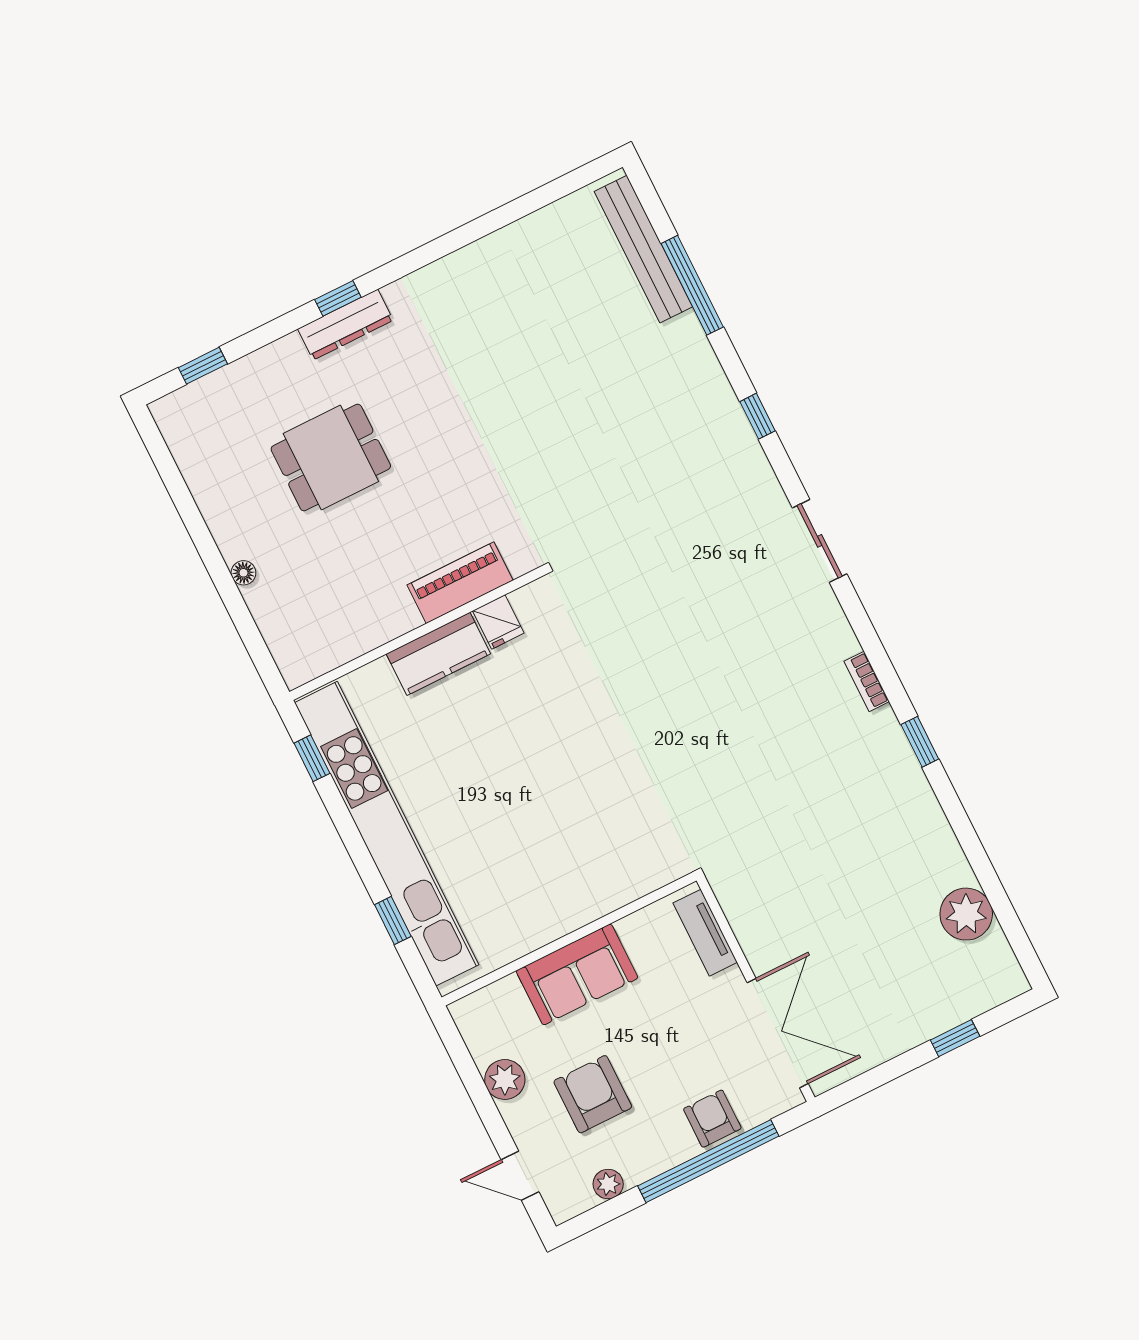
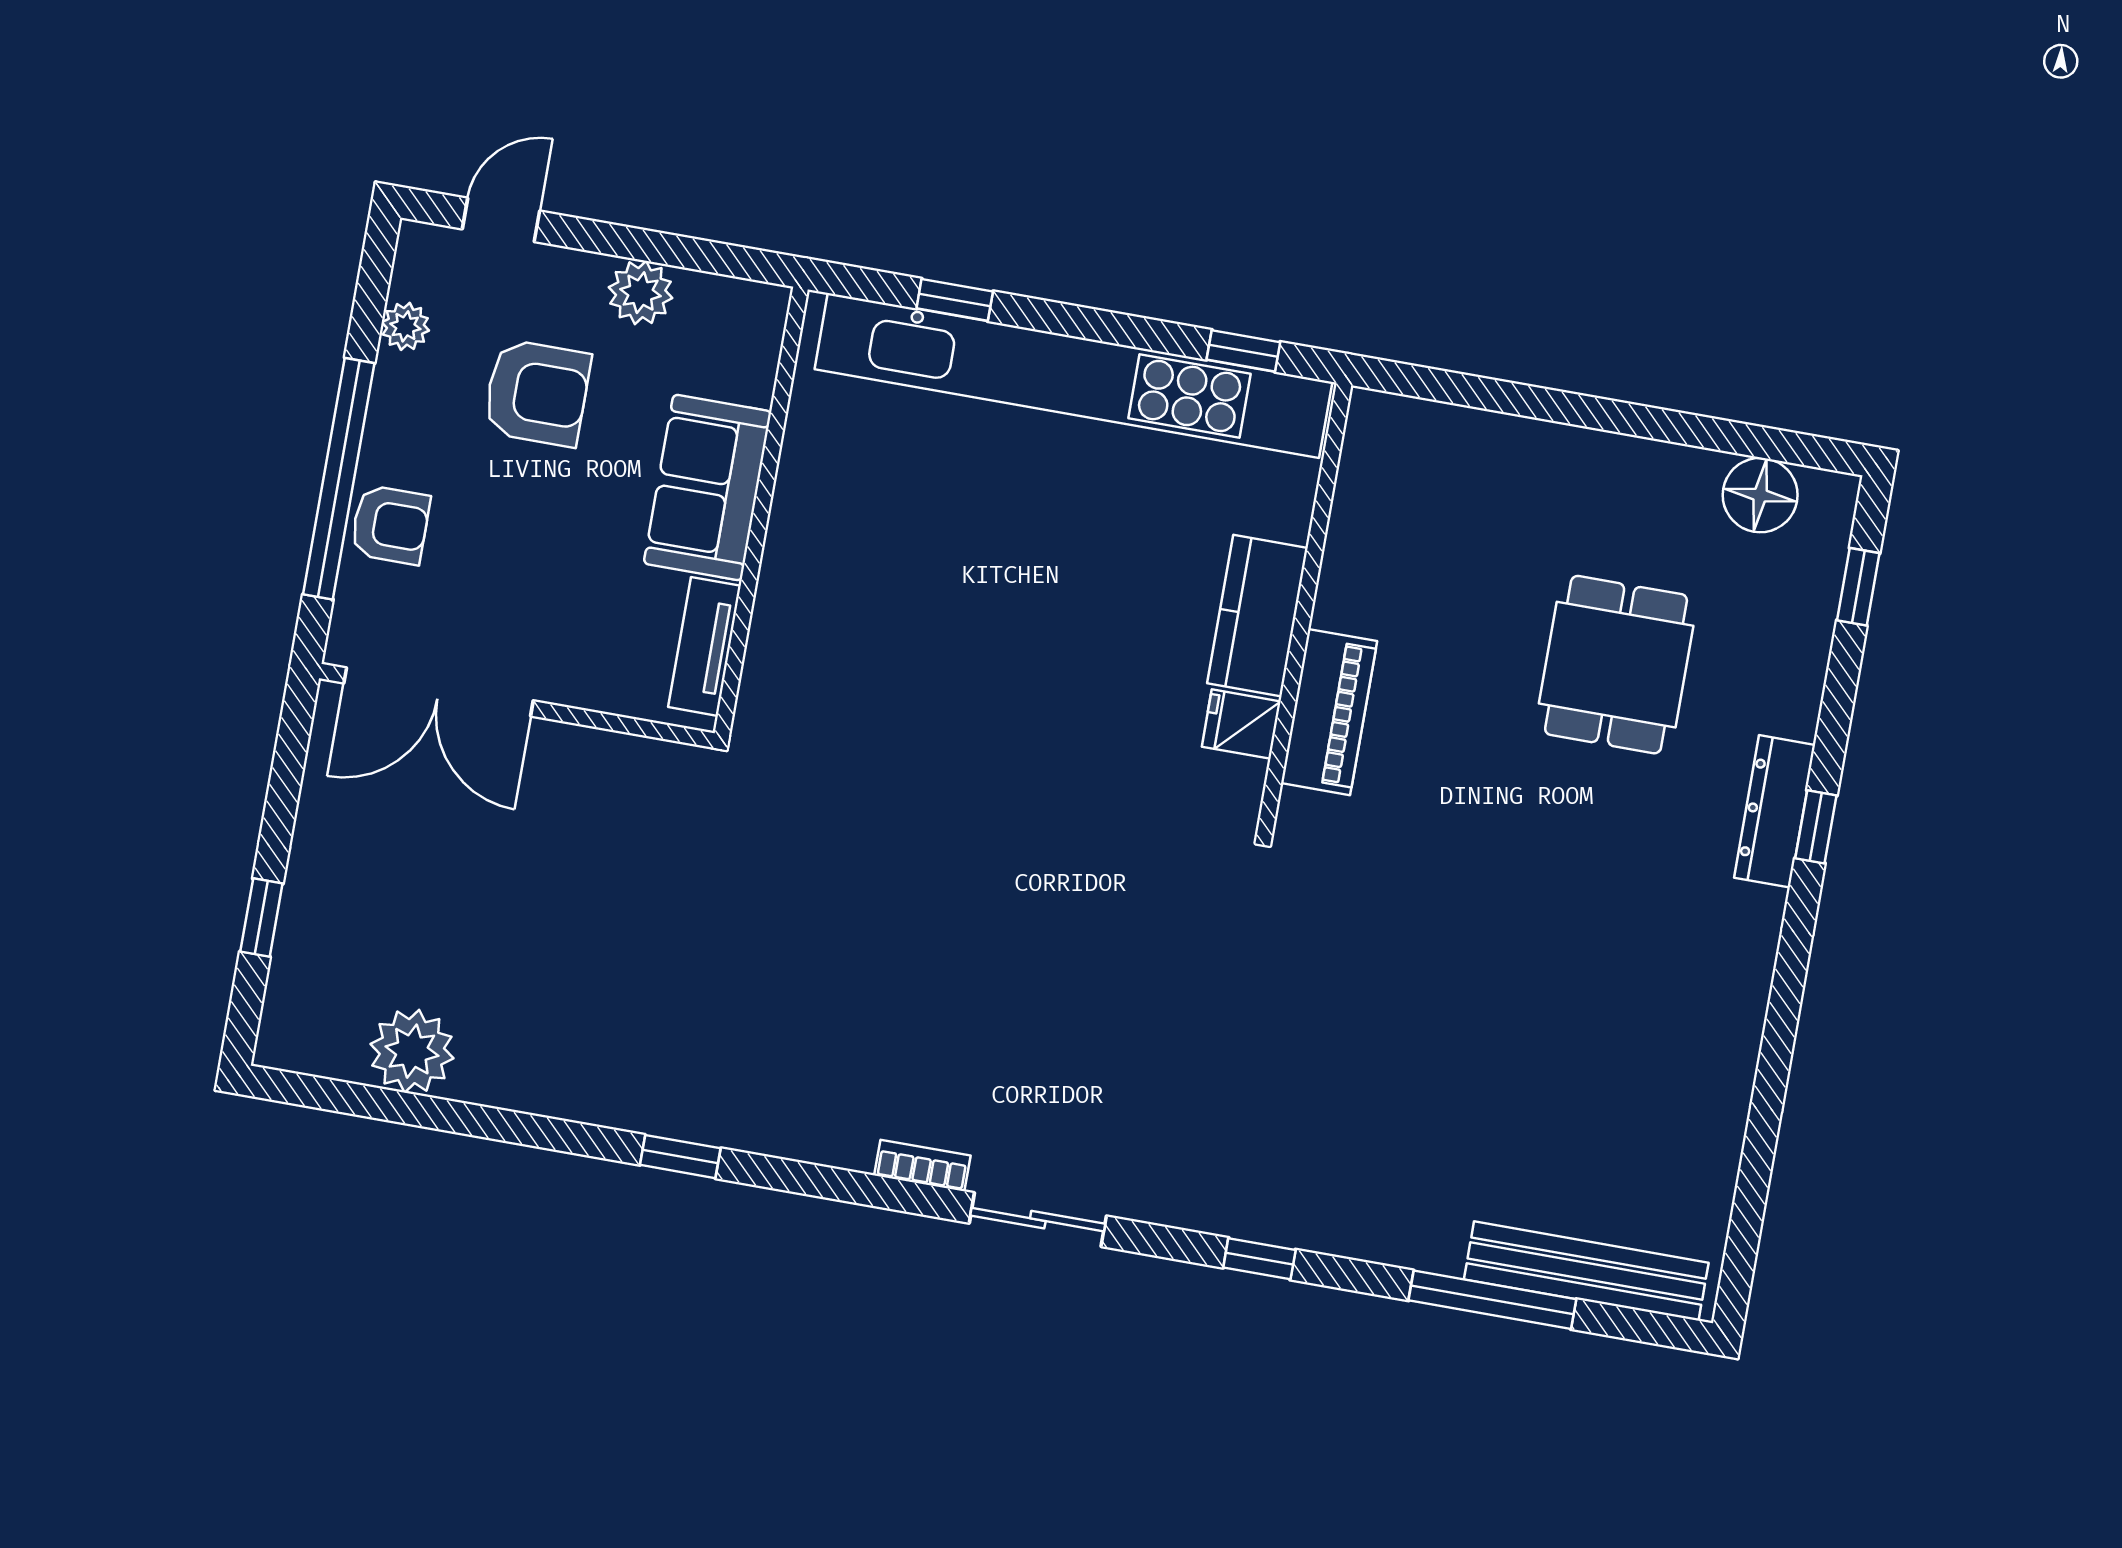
floor lamp: (243, 573) -> (1760, 495), moved, width x1.89, depth x1.89
bookcase: (867, 681) -> (922, 1165), moved
tv unit: (705, 933) -> (704, 646), moved, turned -90

